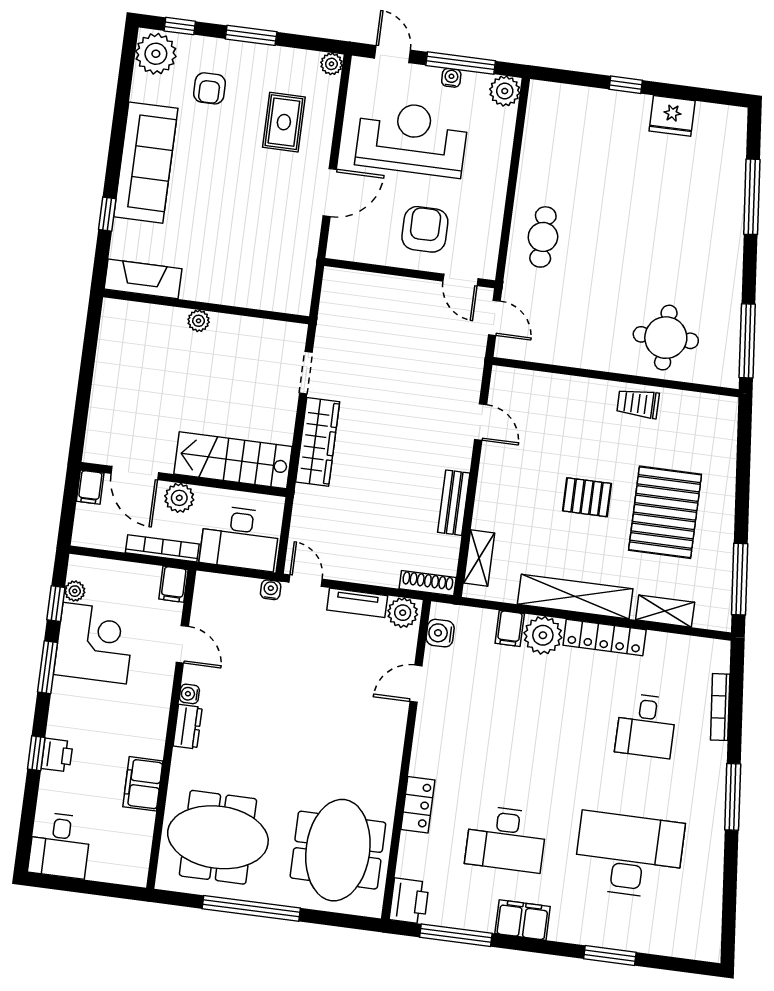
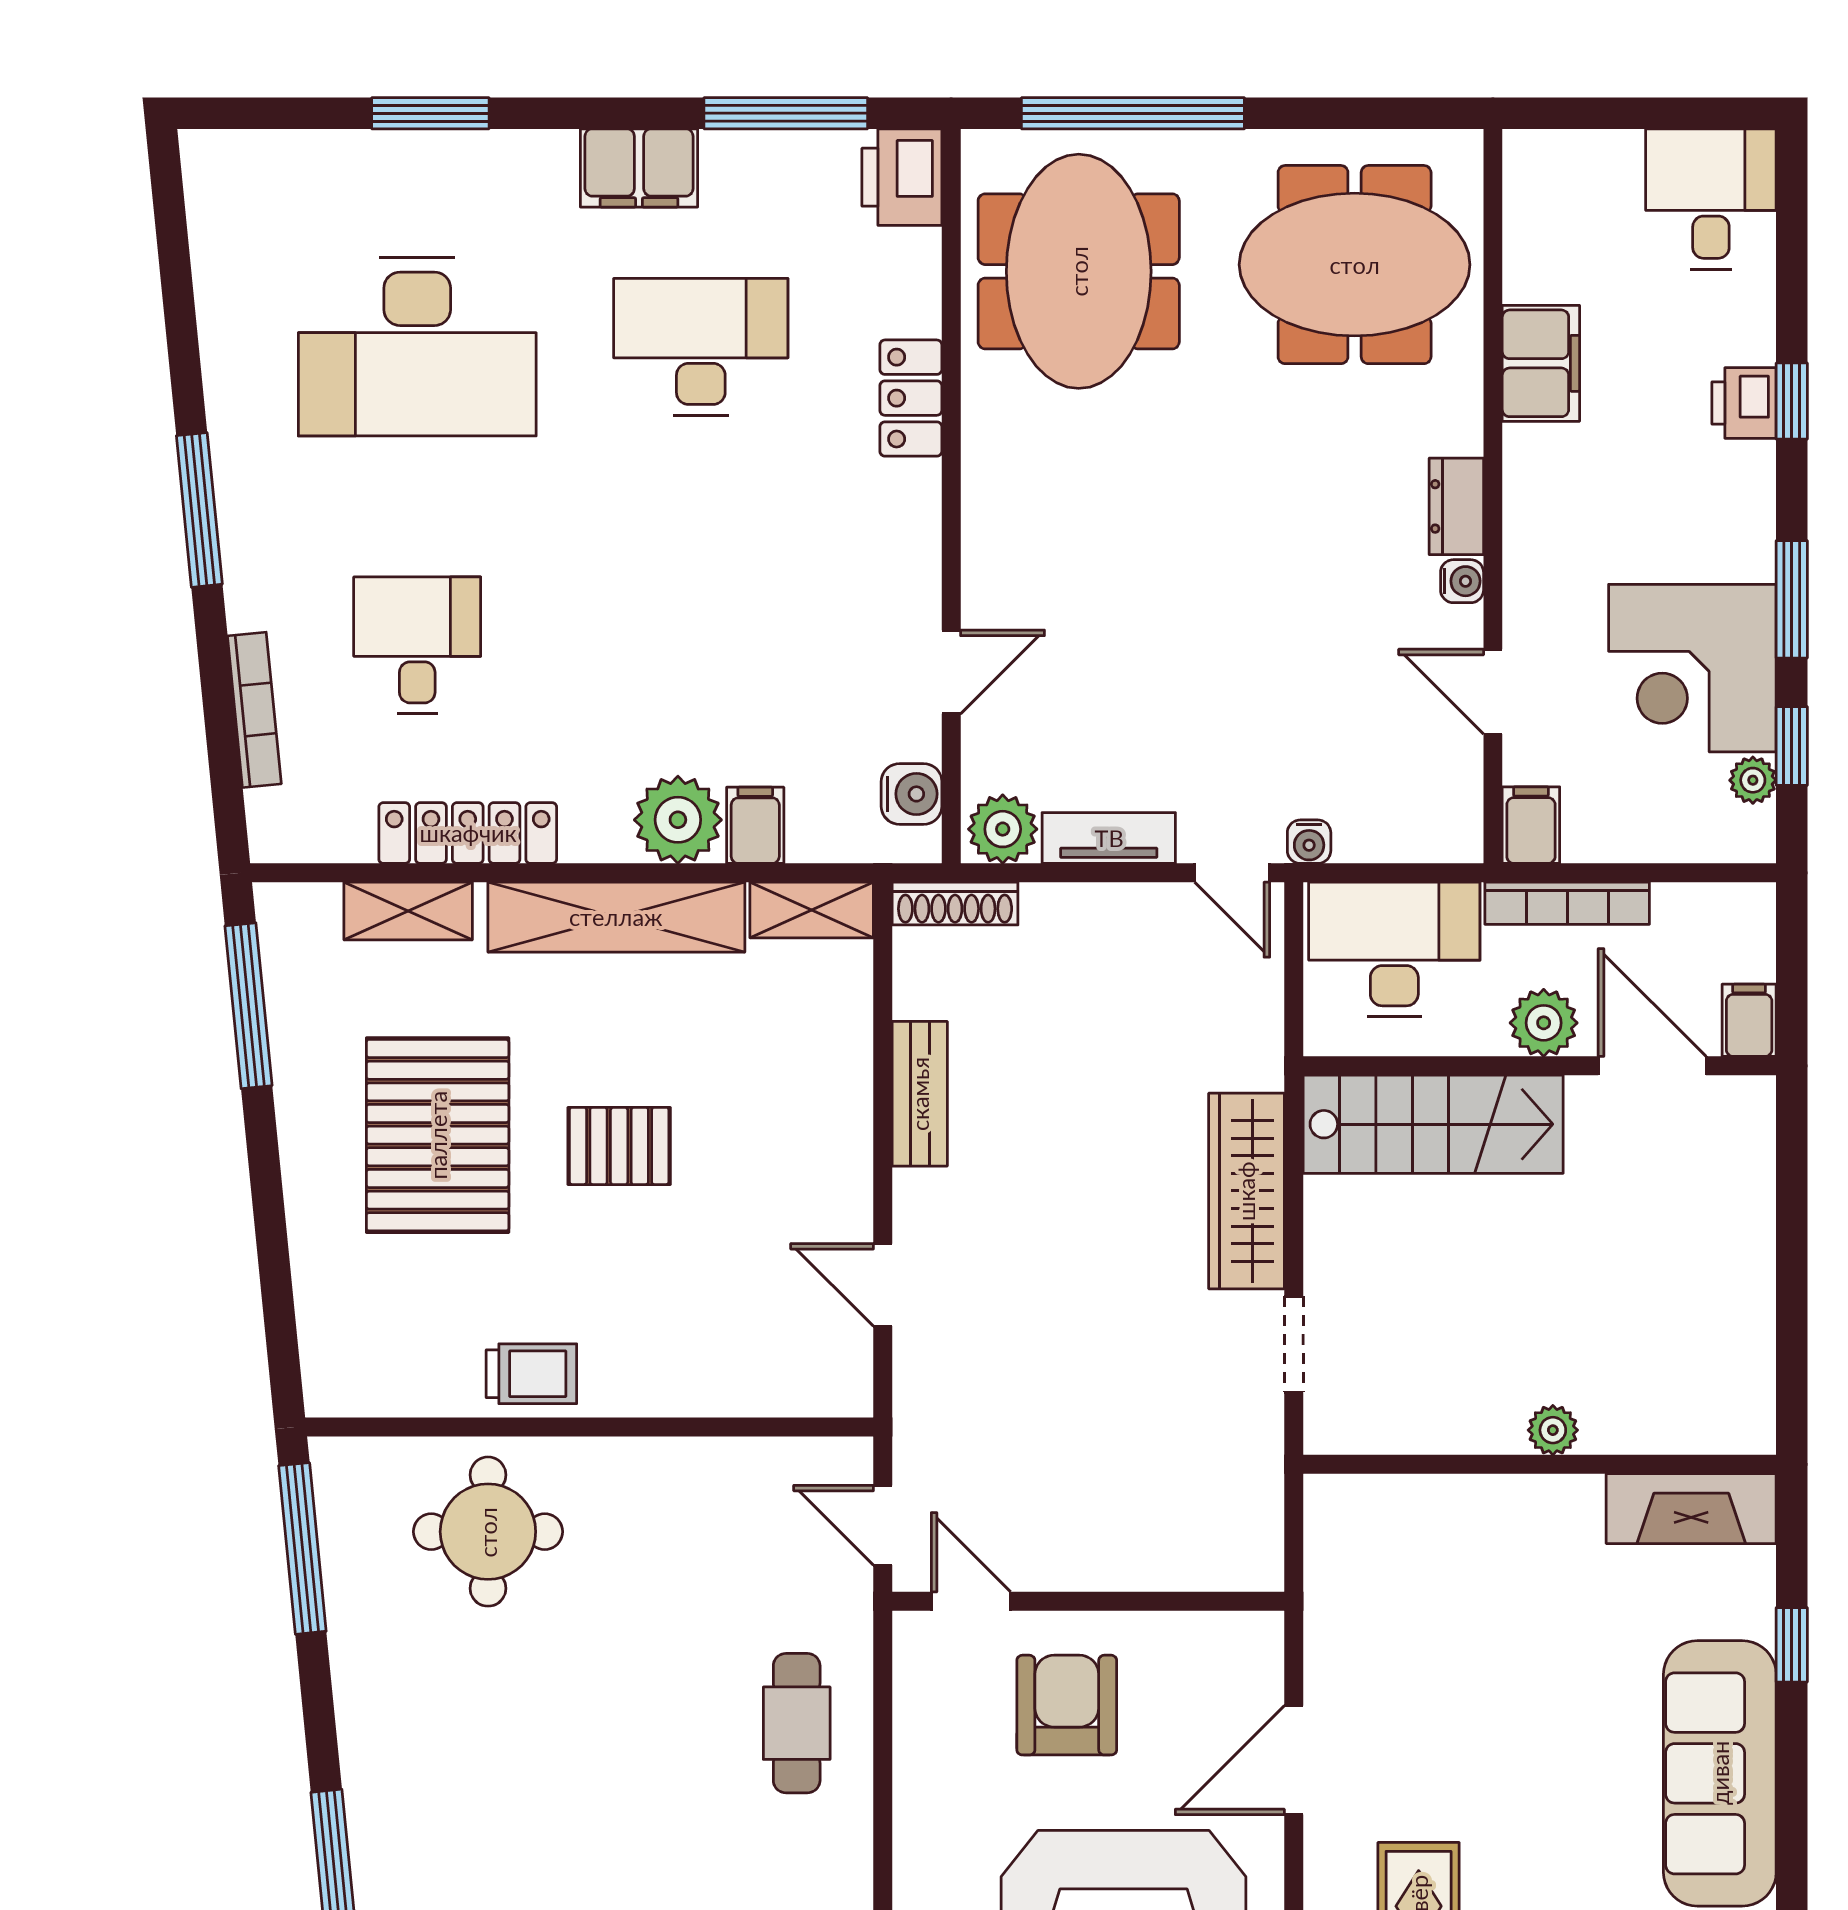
armchair: (425, 229) -> (1067, 1705), turned 180
shelving: (479, 558) -> (812, 910), moved, turned 90
locker: (605, 638) -> (468, 833), moved
window: (251, 908) -> (1133, 113), moved

